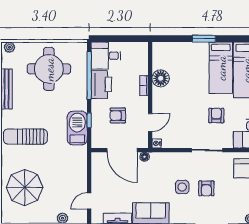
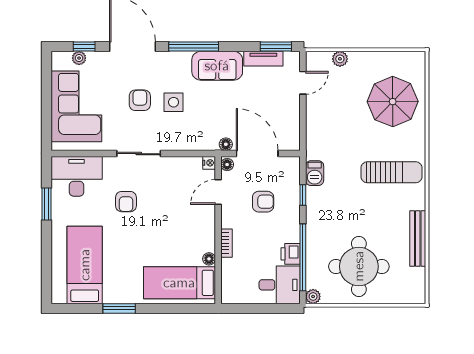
window: (204, 39) -> (119, 308), moved
plant: (9, 47) -> (313, 296), moved
bed: (221, 68) -> (179, 283), moved, turned -90
floor lamp: (161, 78) -> (209, 259), width x0.53, depth x0.53
printer: (101, 85) -> (291, 254), width x0.53, depth x0.68
barbecue: (77, 128) -> (315, 173), width x0.53, depth x0.65
floor lamp: (144, 142) -> (227, 165), added

